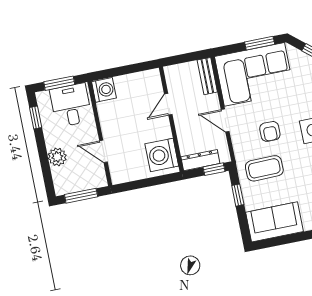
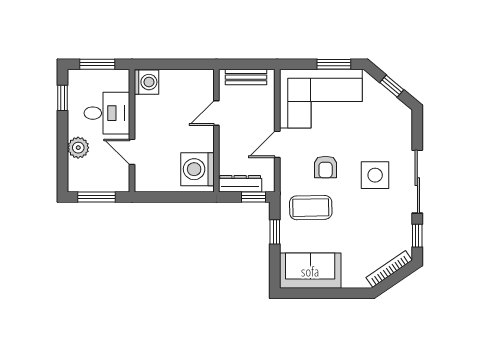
bench: (207, 76) -> (246, 77), moved, turned 90
desk: (71, 105) -> (107, 113), moved, turned 90
door: (225, 121) -> (277, 144), hinge flipped

